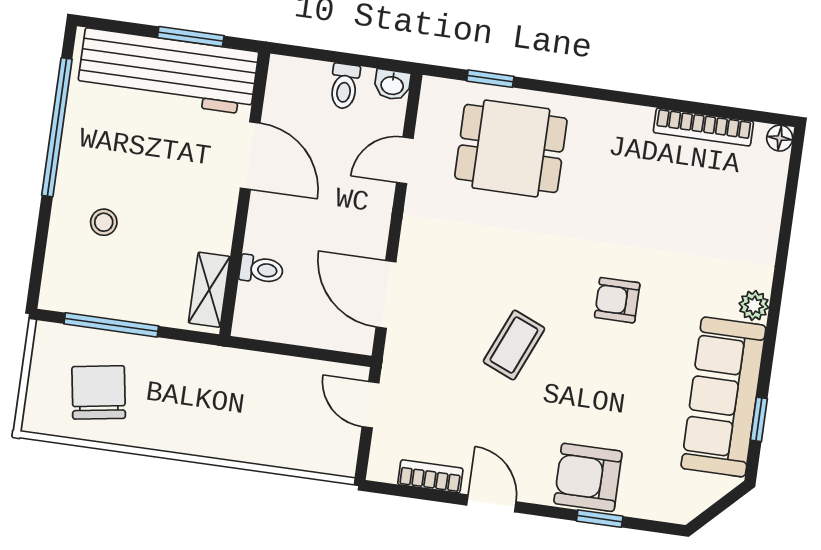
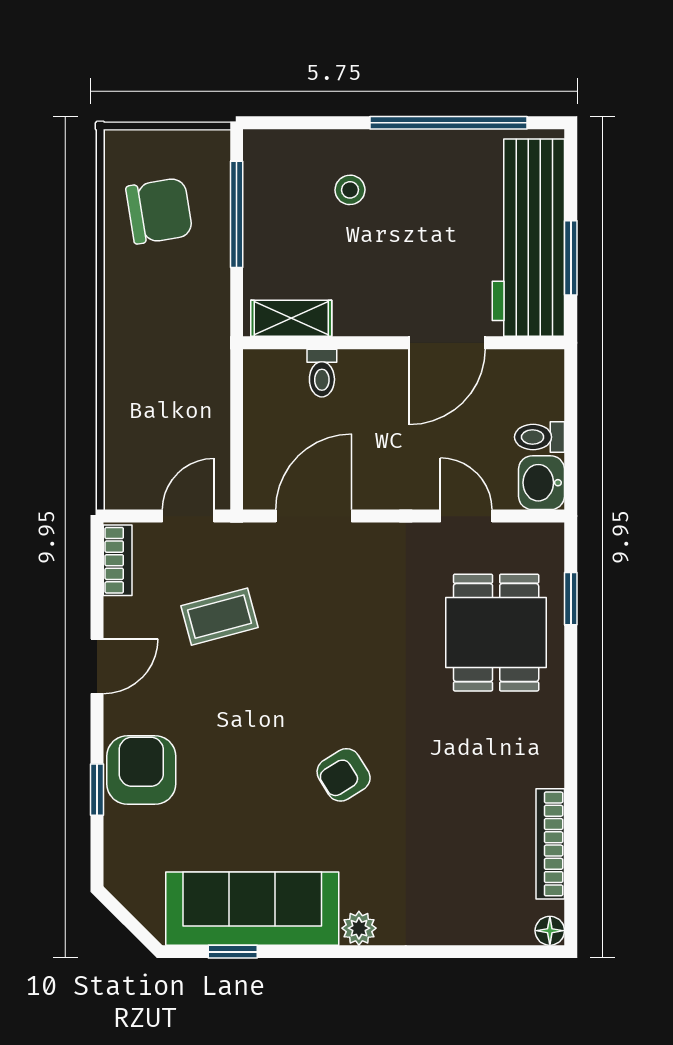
washbasin: (392, 85) -> (541, 483), width x1.38, depth x1.45
armchair: (617, 300) -> (344, 775), turned -122
coffee table: (514, 345) -> (219, 617), moved, turned -38
bookcase: (430, 476) -> (118, 560), moved

